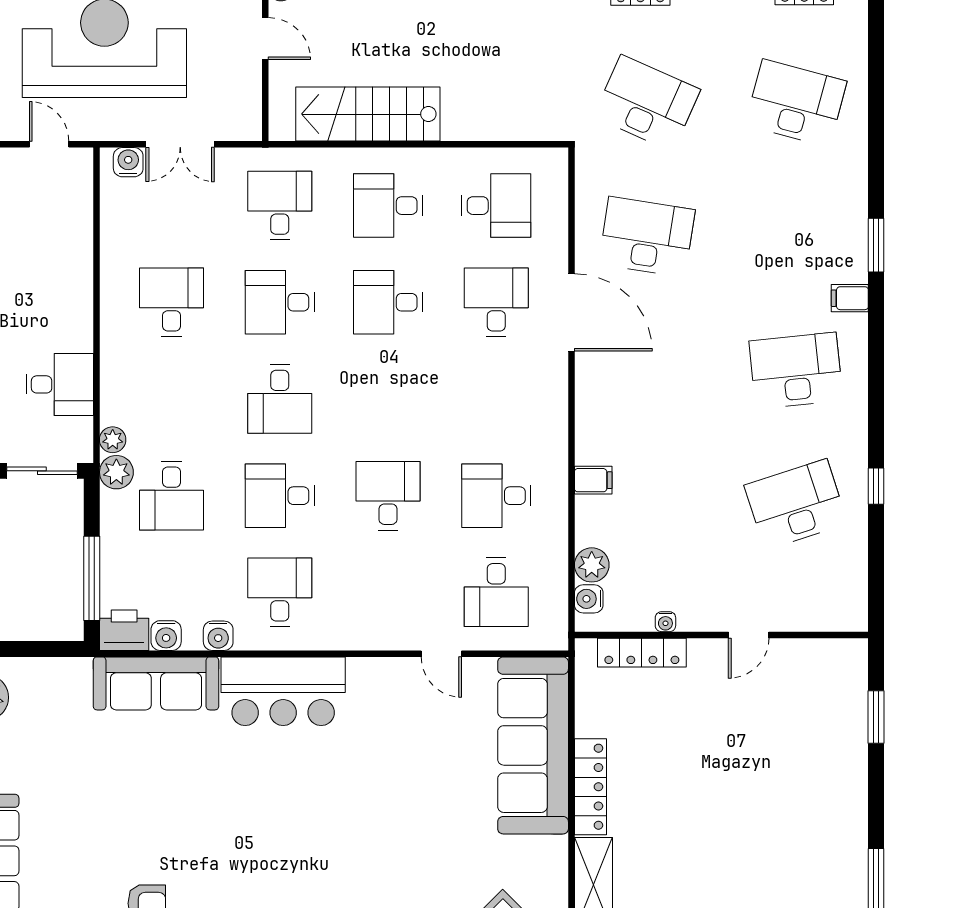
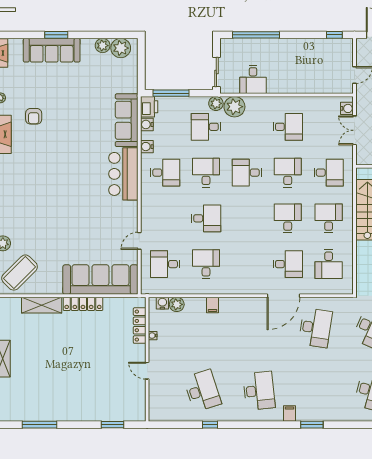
plant: (113, 440) -> (234, 107), width x1.88, depth x1.88

